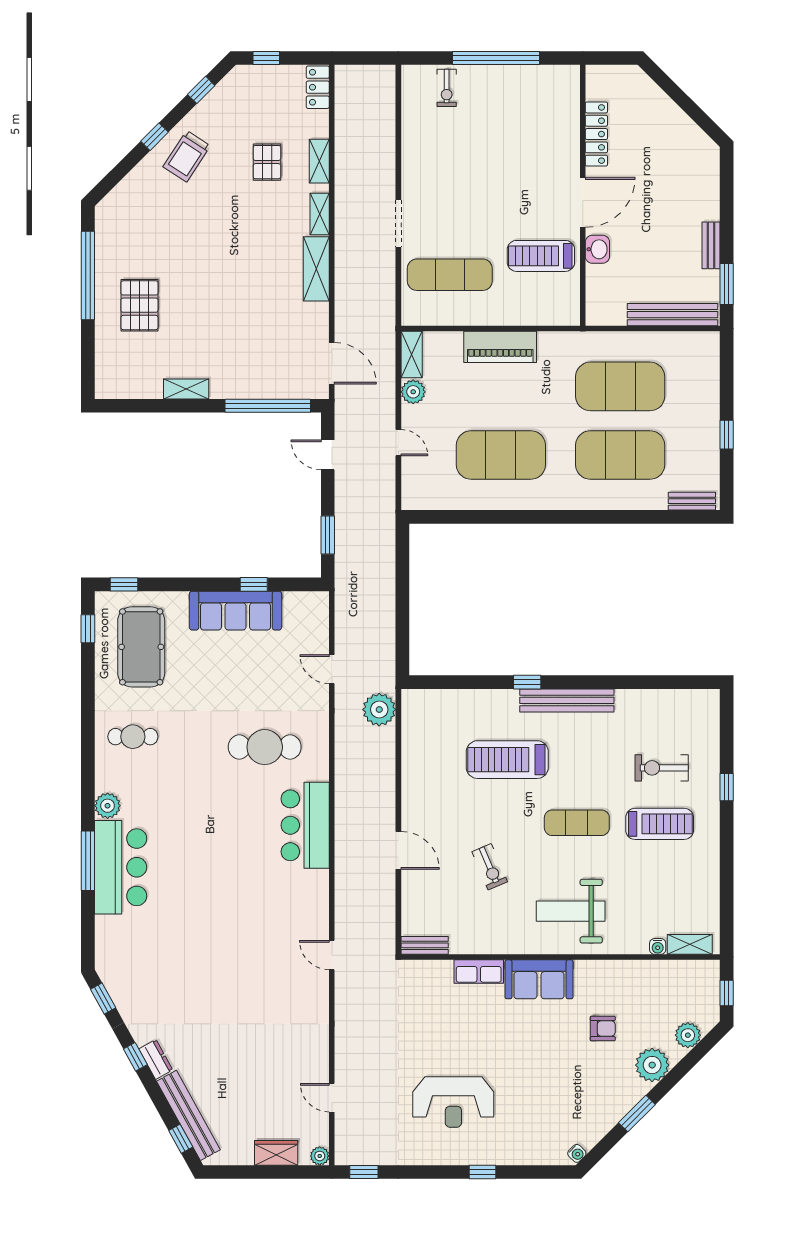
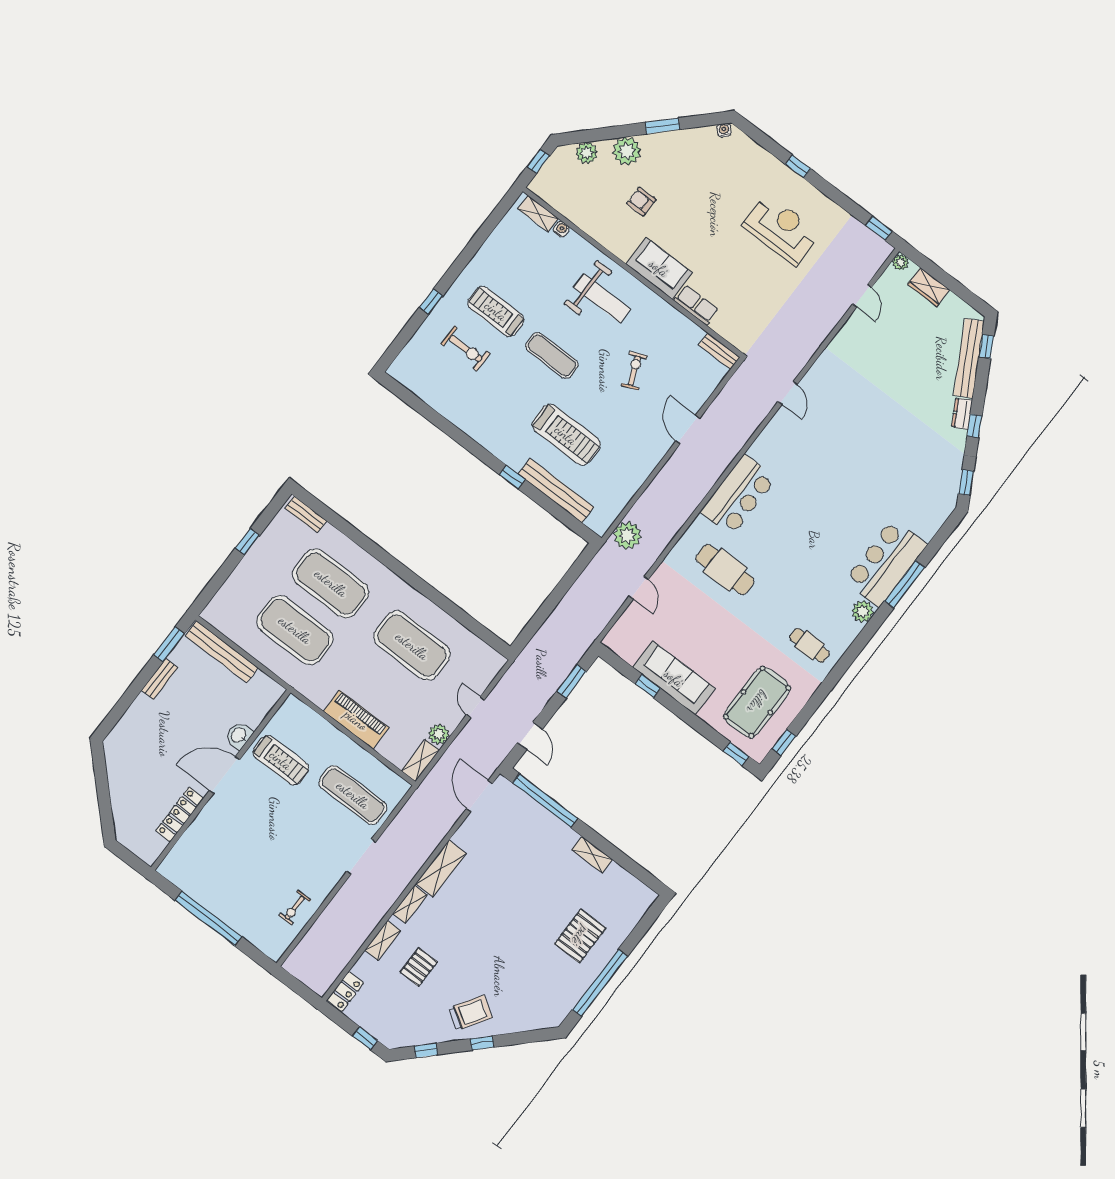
exercise bike: (447, 88) -> (295, 908), moved, turned 180
bench: (567, 700) -> (556, 491), moved

